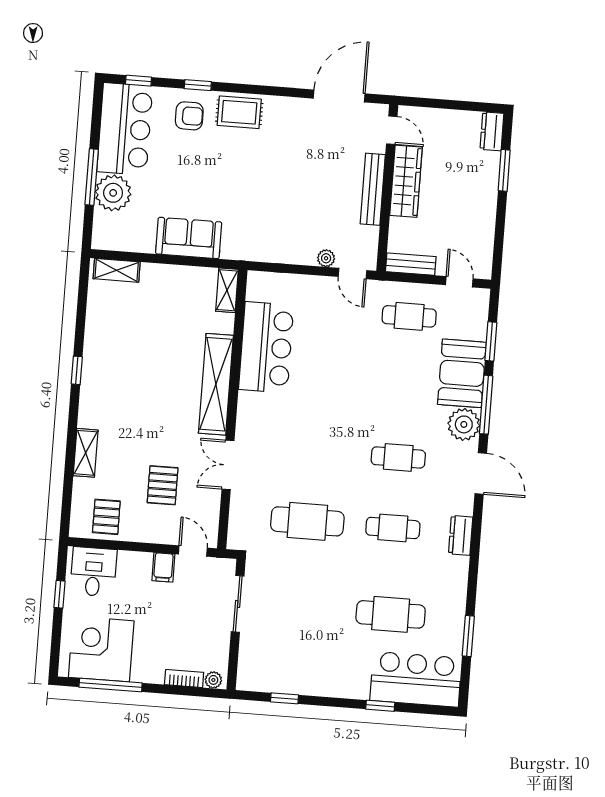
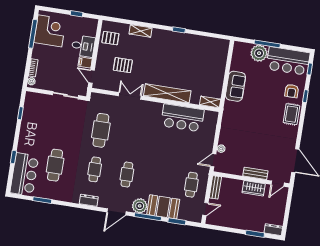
wardrobe: (406, 181) -> (254, 188), width x0.67
bench: (373, 189) -> (255, 173), width x0.73
shelving: (117, 270) -> (223, 52), removed
door: (193, 551) -> (91, 77), swing flipped
desk: (93, 572) -> (83, 46), moved

